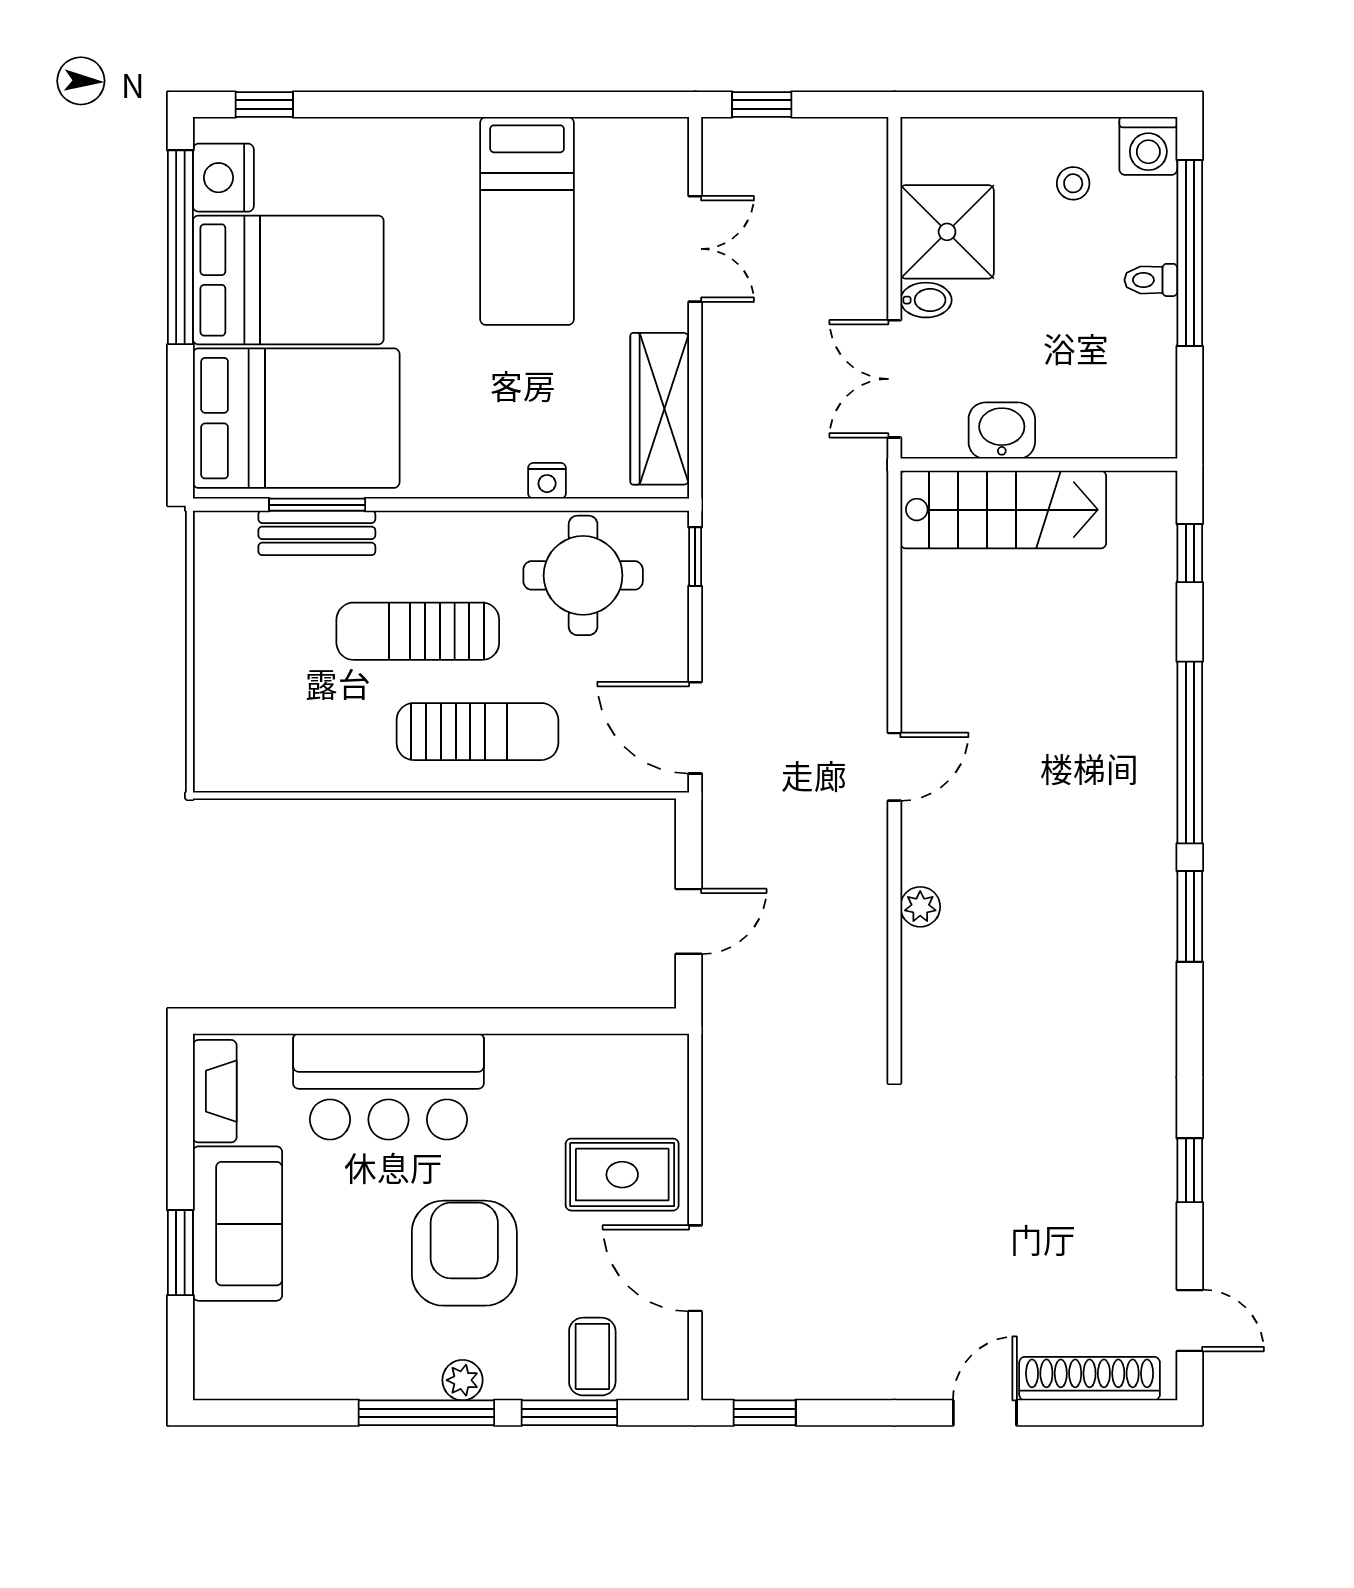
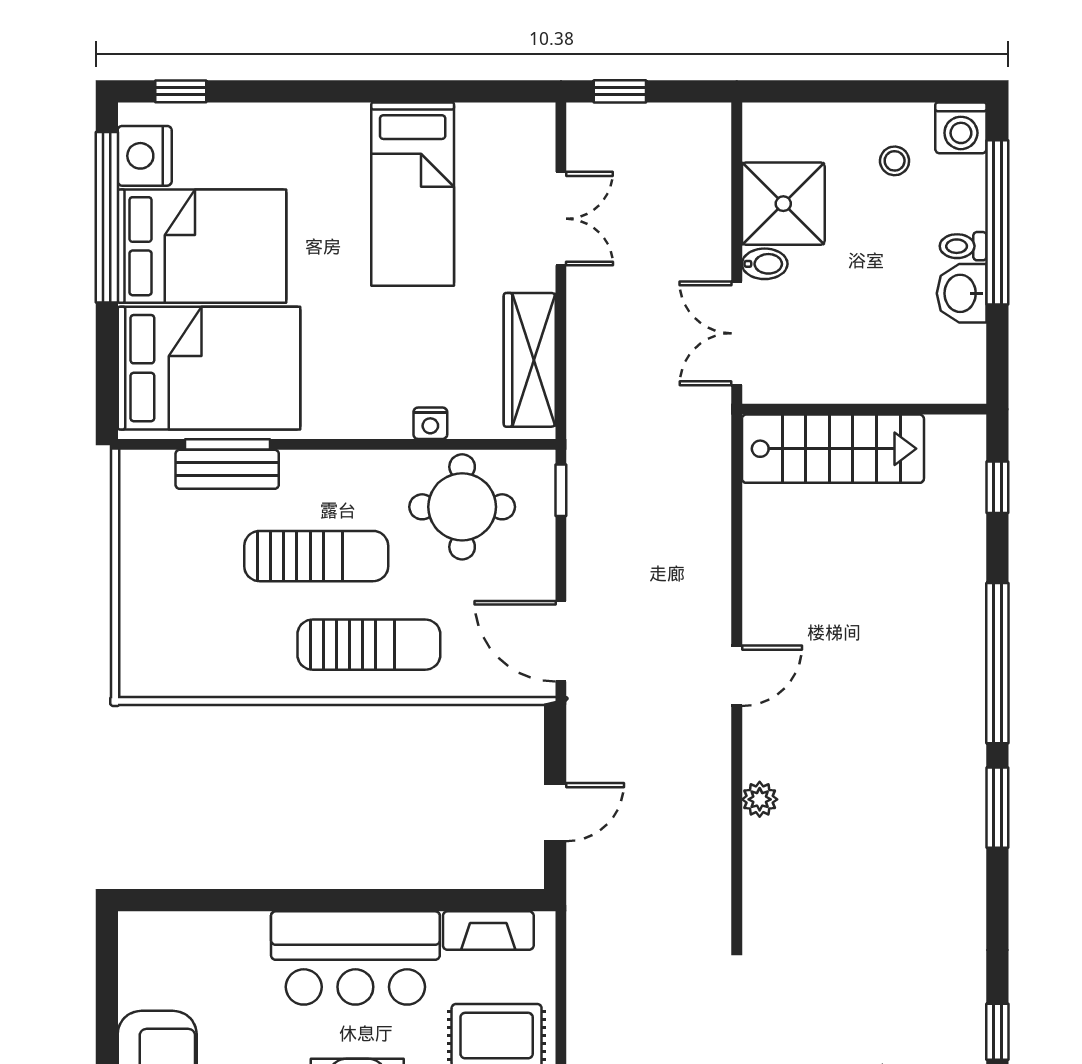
washbasin: (1002, 431) -> (962, 293), moved, turned -90
sun lounger: (418, 631) -> (316, 556), turned 180
bar counter: (388, 1087) -> (355, 958), moved
fireplace: (215, 1091) -> (488, 931), moved, turned 90

